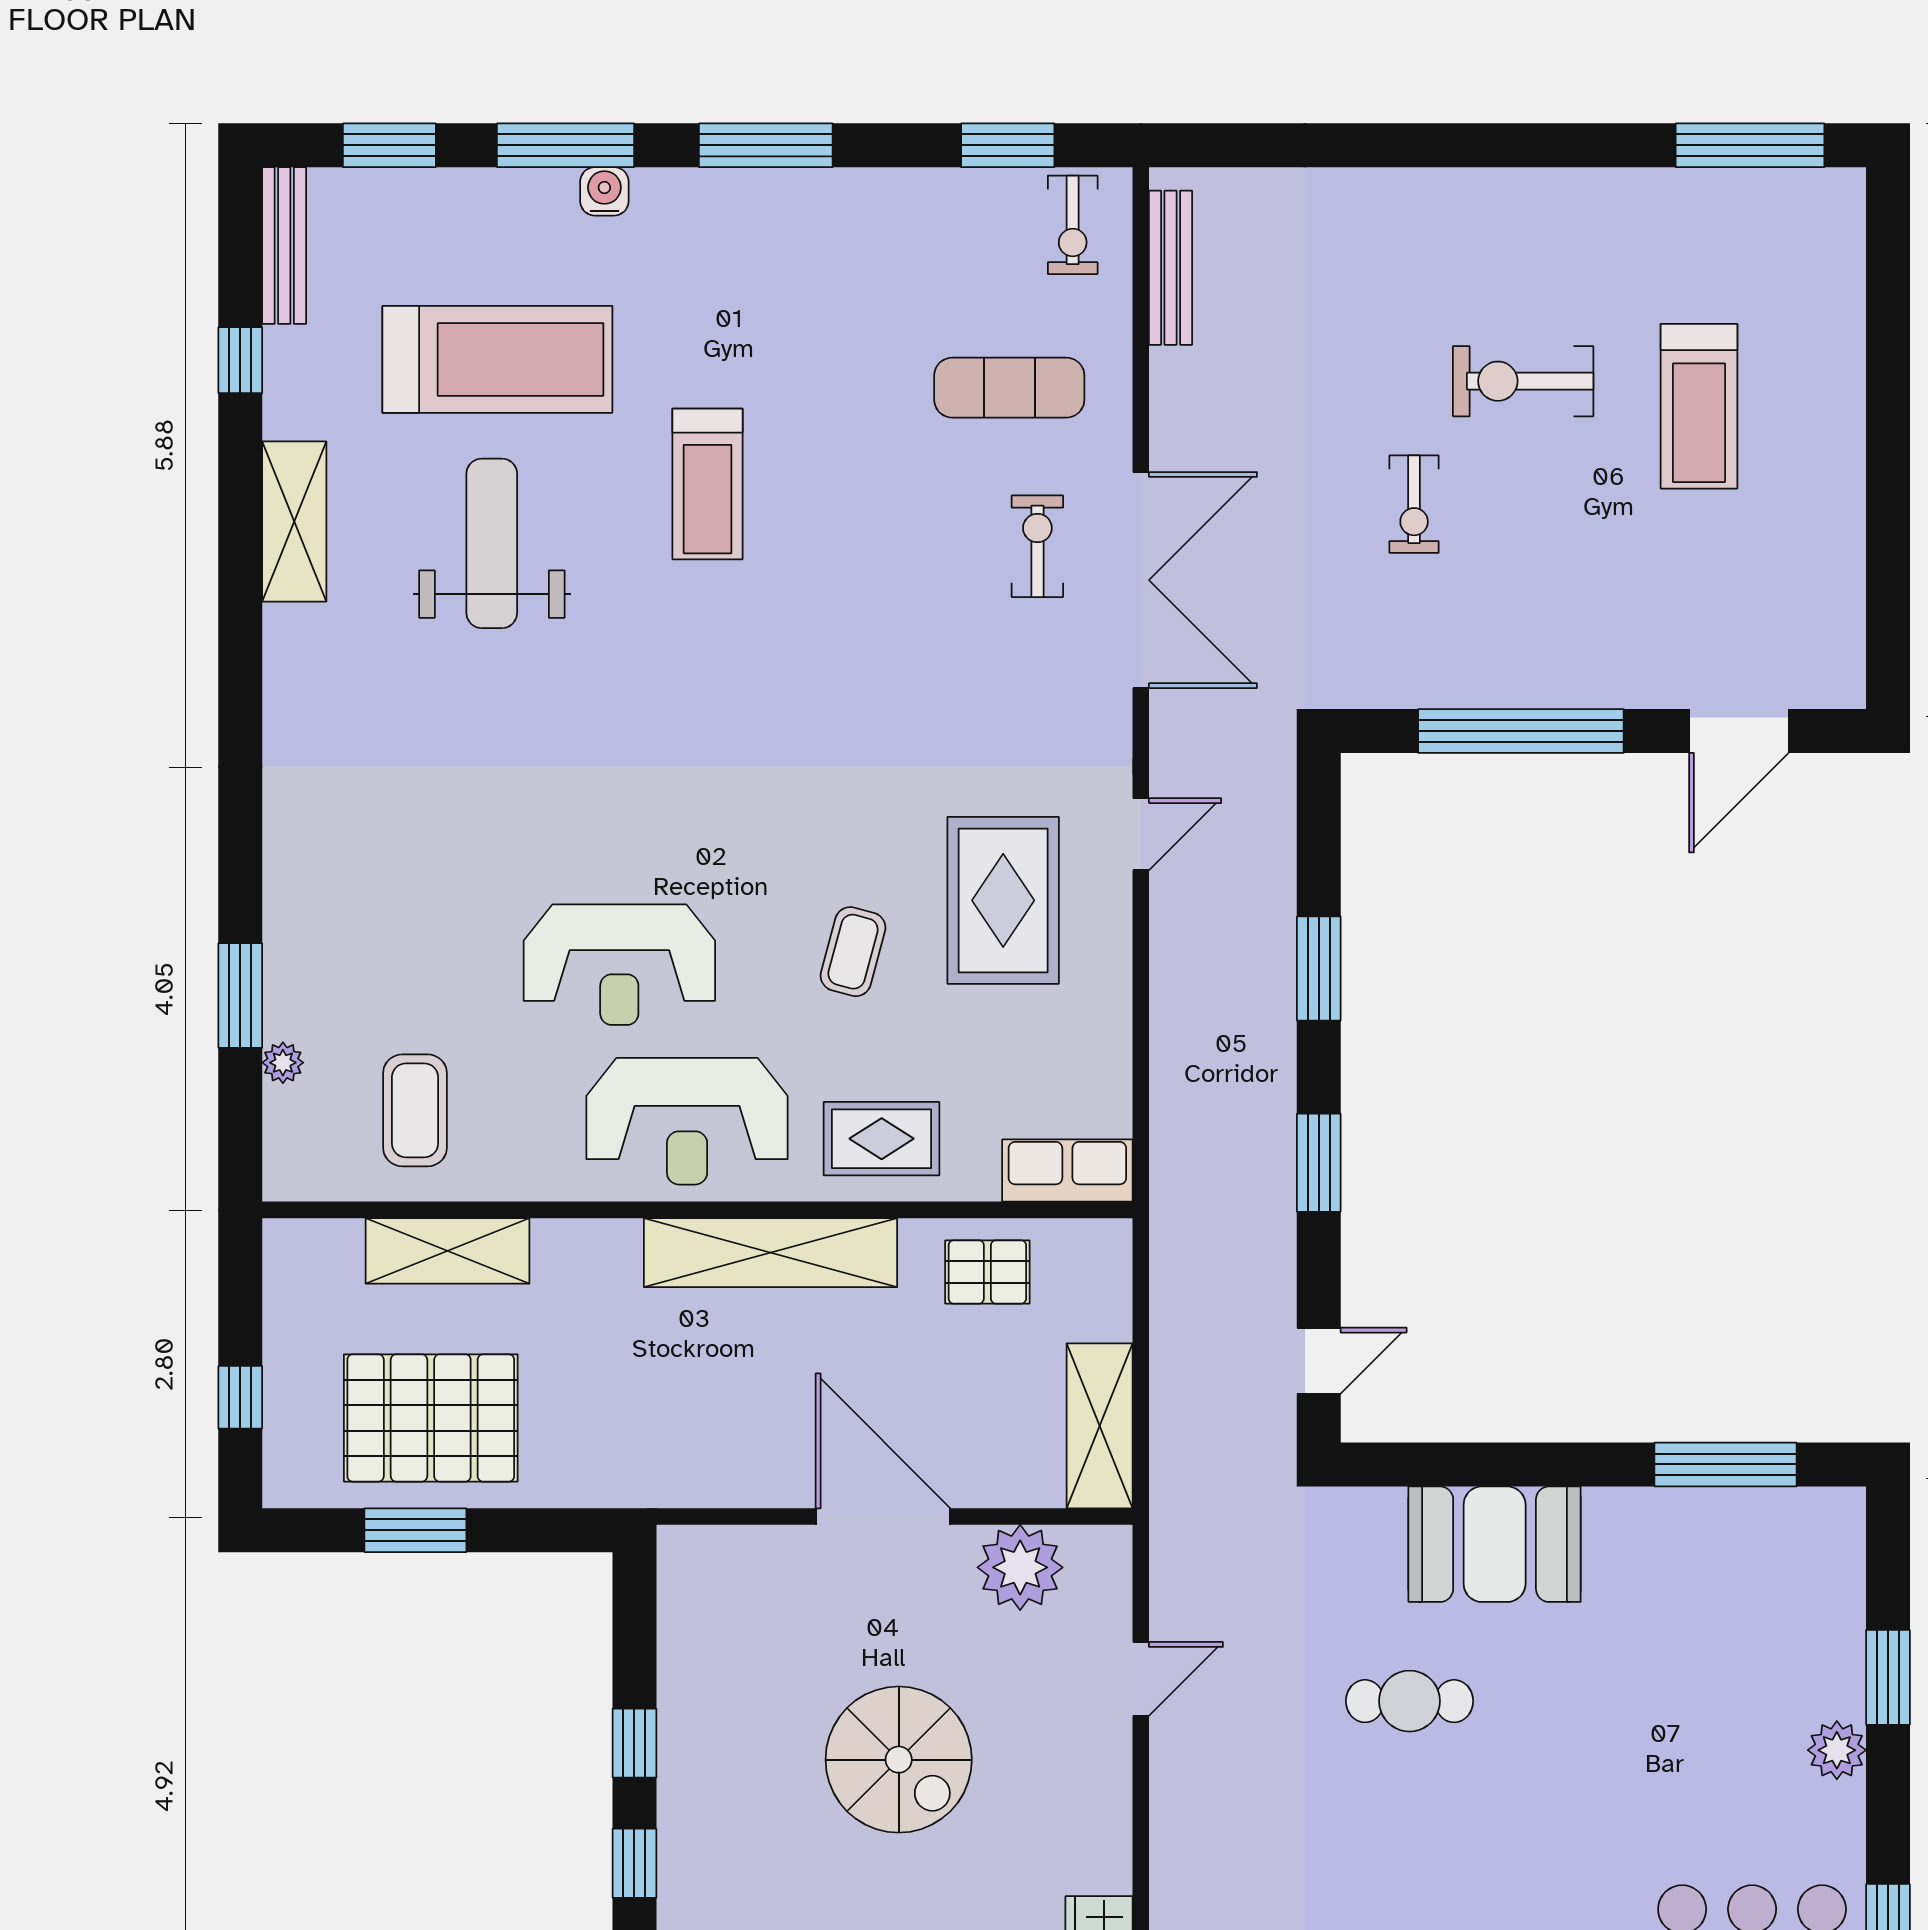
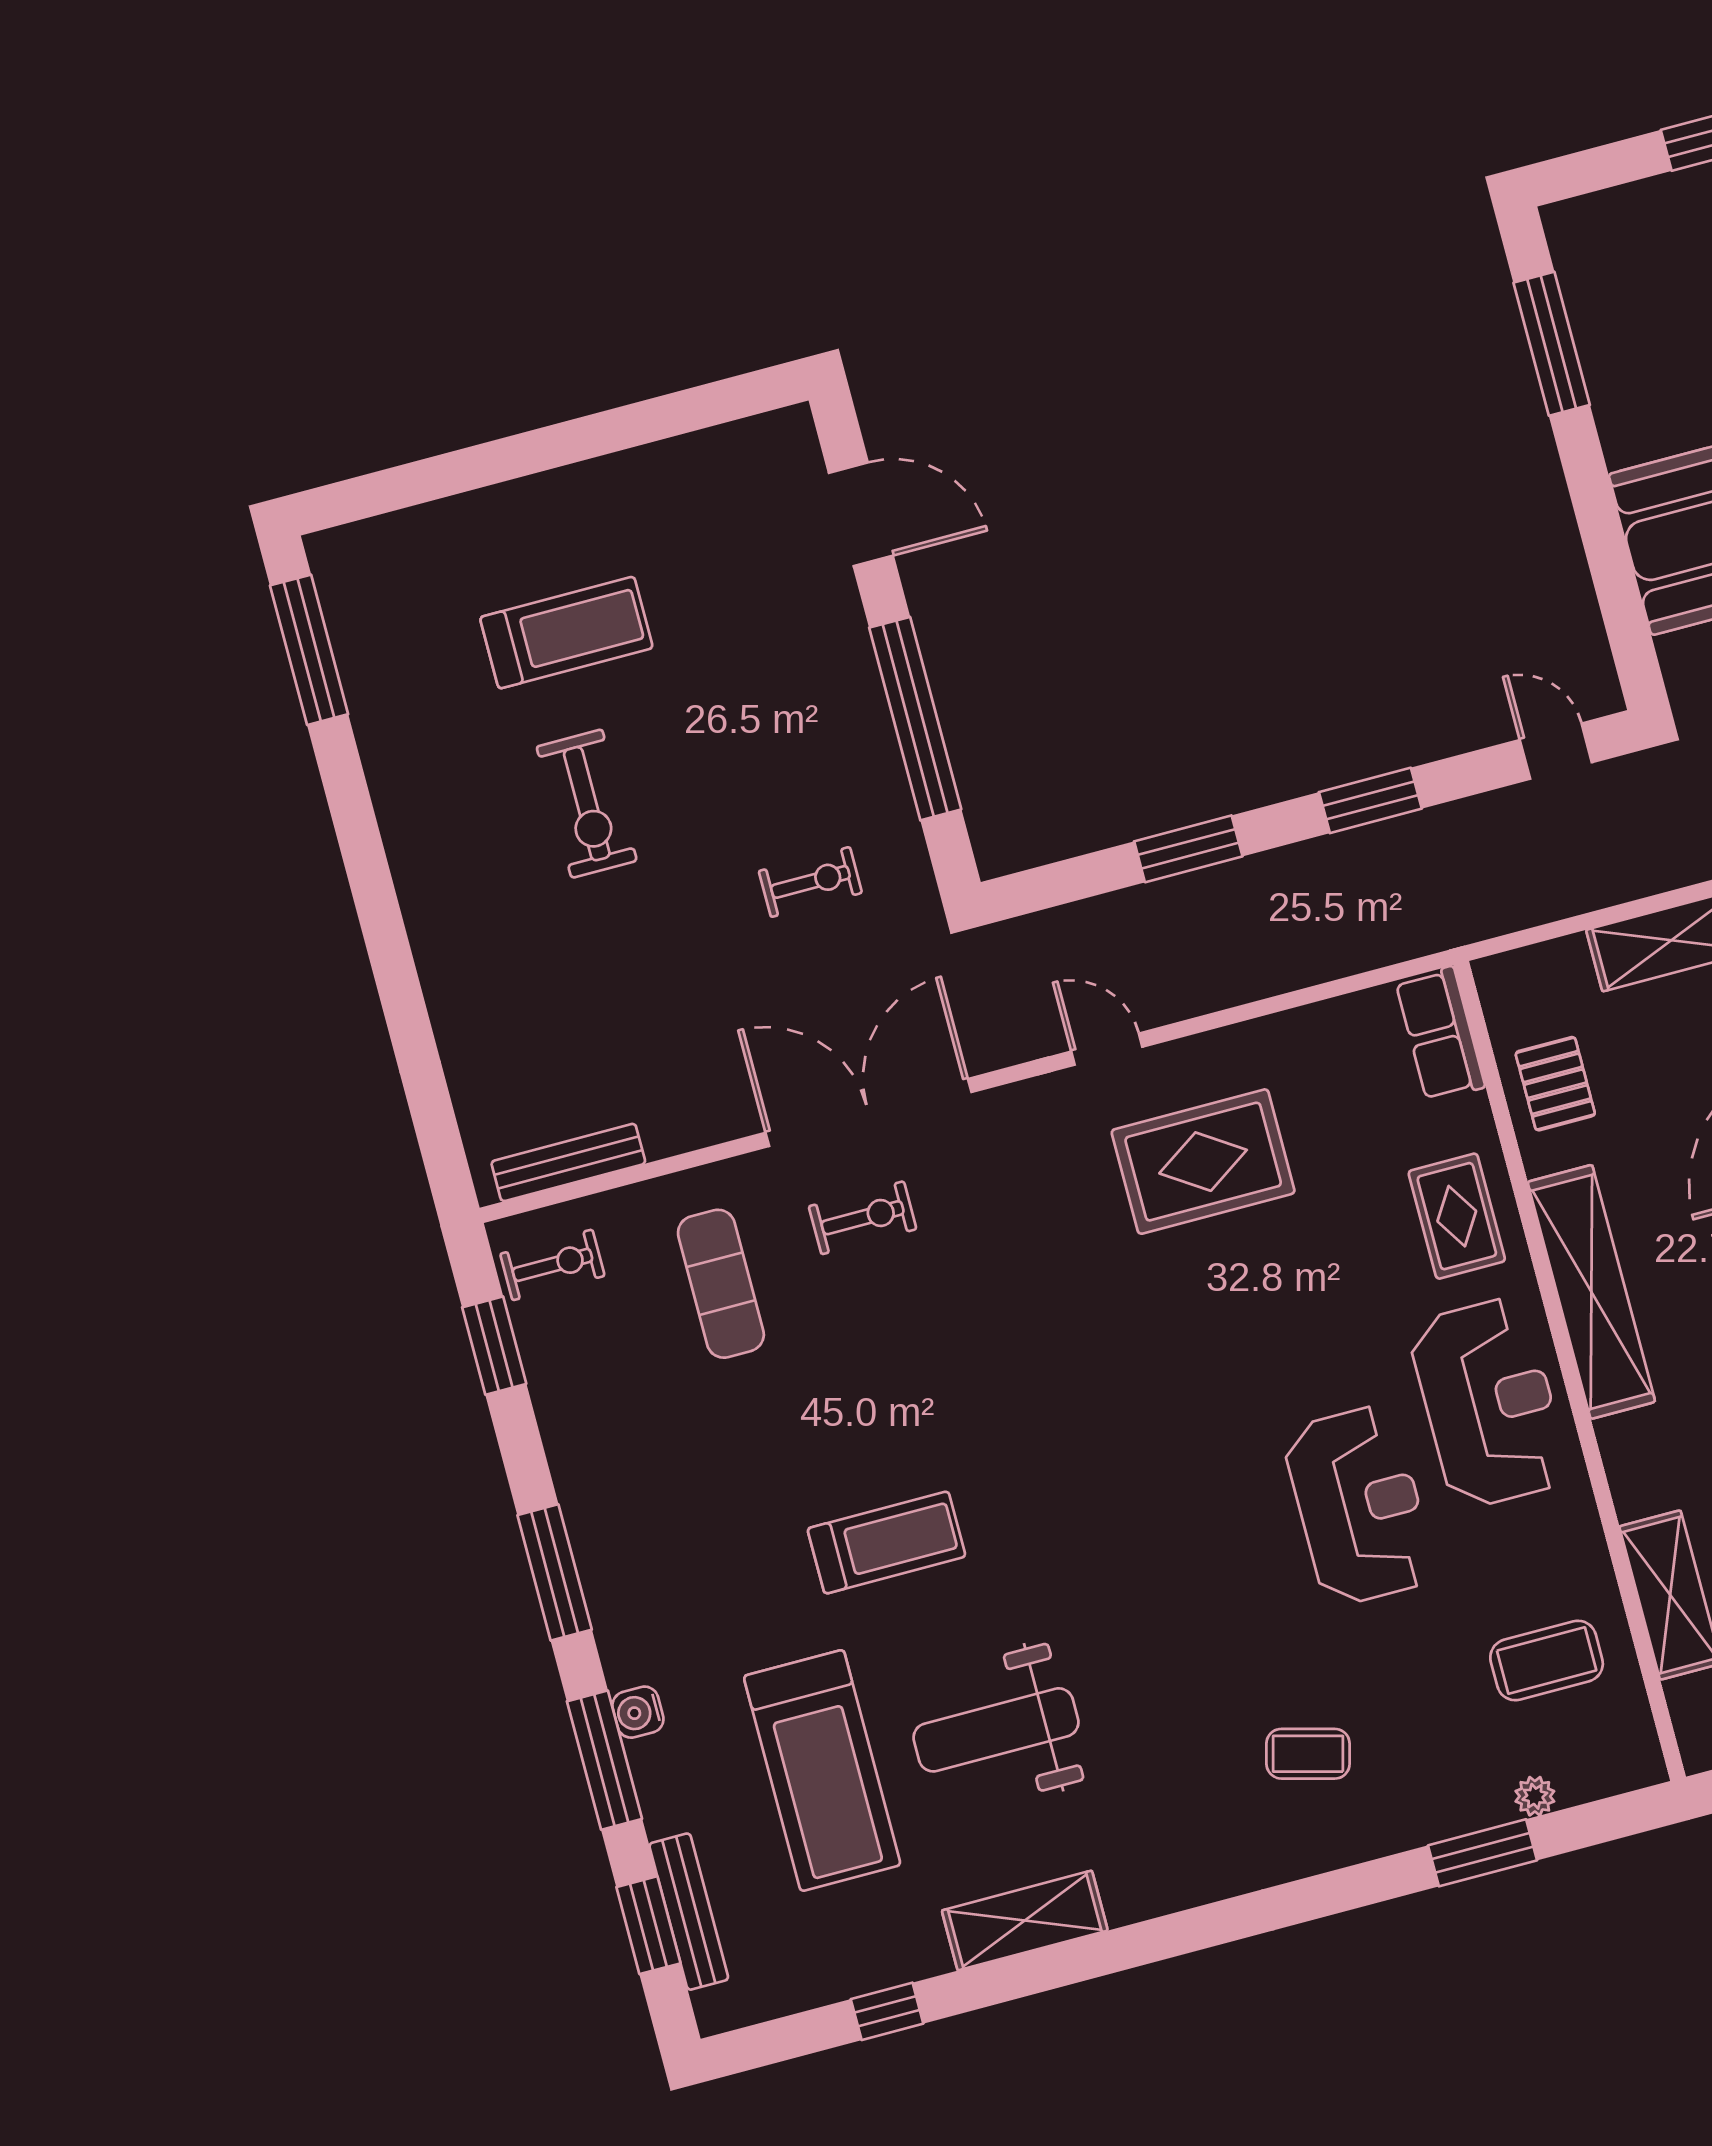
bench: (284, 246) -> (689, 1912), moved, turned 90
treadmill: (497, 359) -> (822, 1770), turned 180
exercise bike: (1414, 504) -> (810, 882), moved
exercise bike: (1037, 546) -> (863, 1218), turned 180
coffee table: (853, 952) -> (1308, 1754), moved

